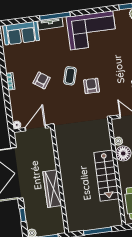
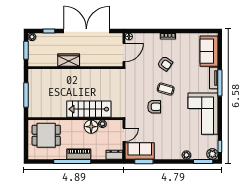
door: (35, 128) -> (124, 52), hinge flipped
stairs: (106, 176) -> (89, 109), moved
wardrobe: (52, 189) -> (69, 60), width x0.67

